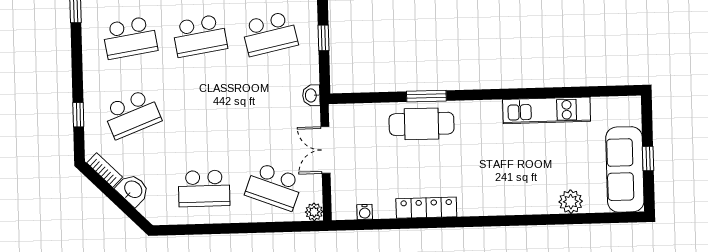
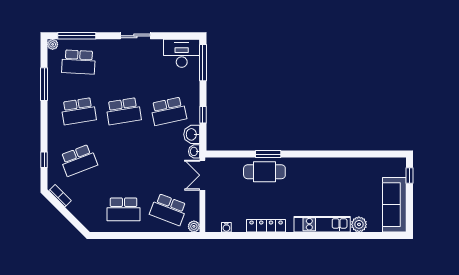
kitchen unit: (547, 110) -> (322, 224), moved, turned 180
double door: (326, 150) -> (202, 175), moved
window: (648, 159) -> (409, 176), moved
washbasin: (133, 190) -> (192, 134), moved, turned -135

